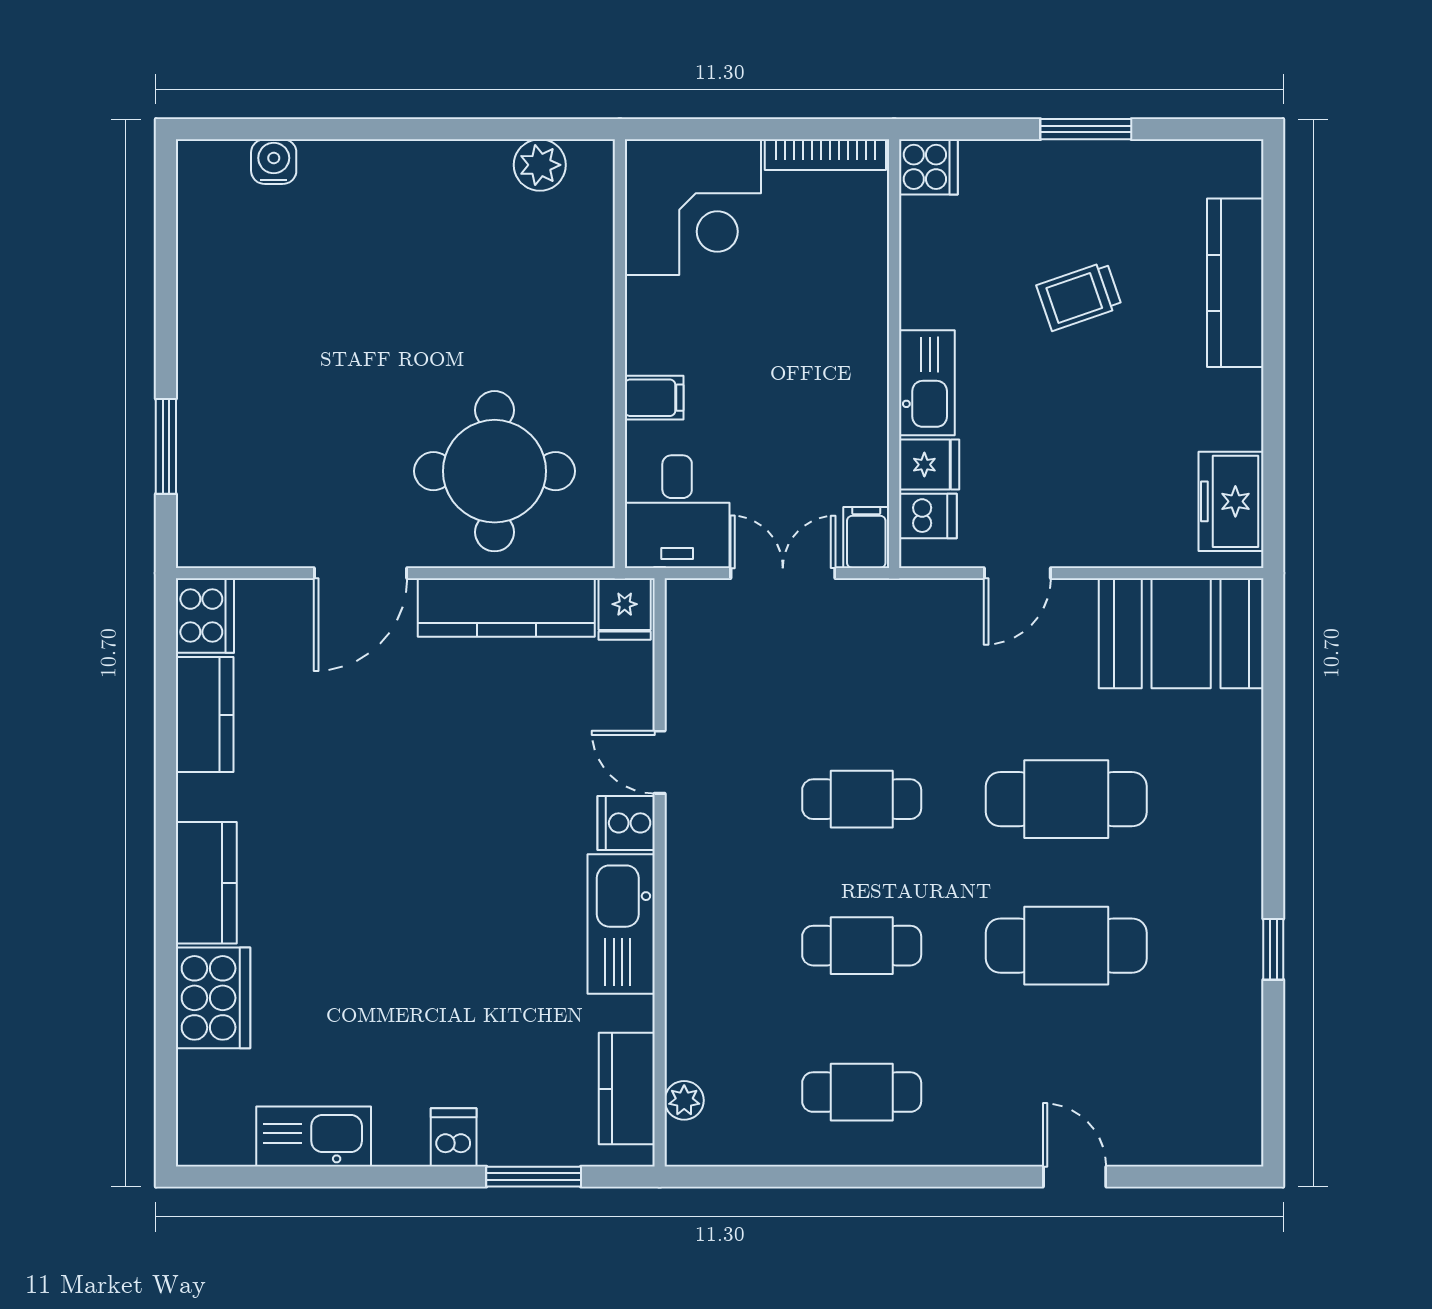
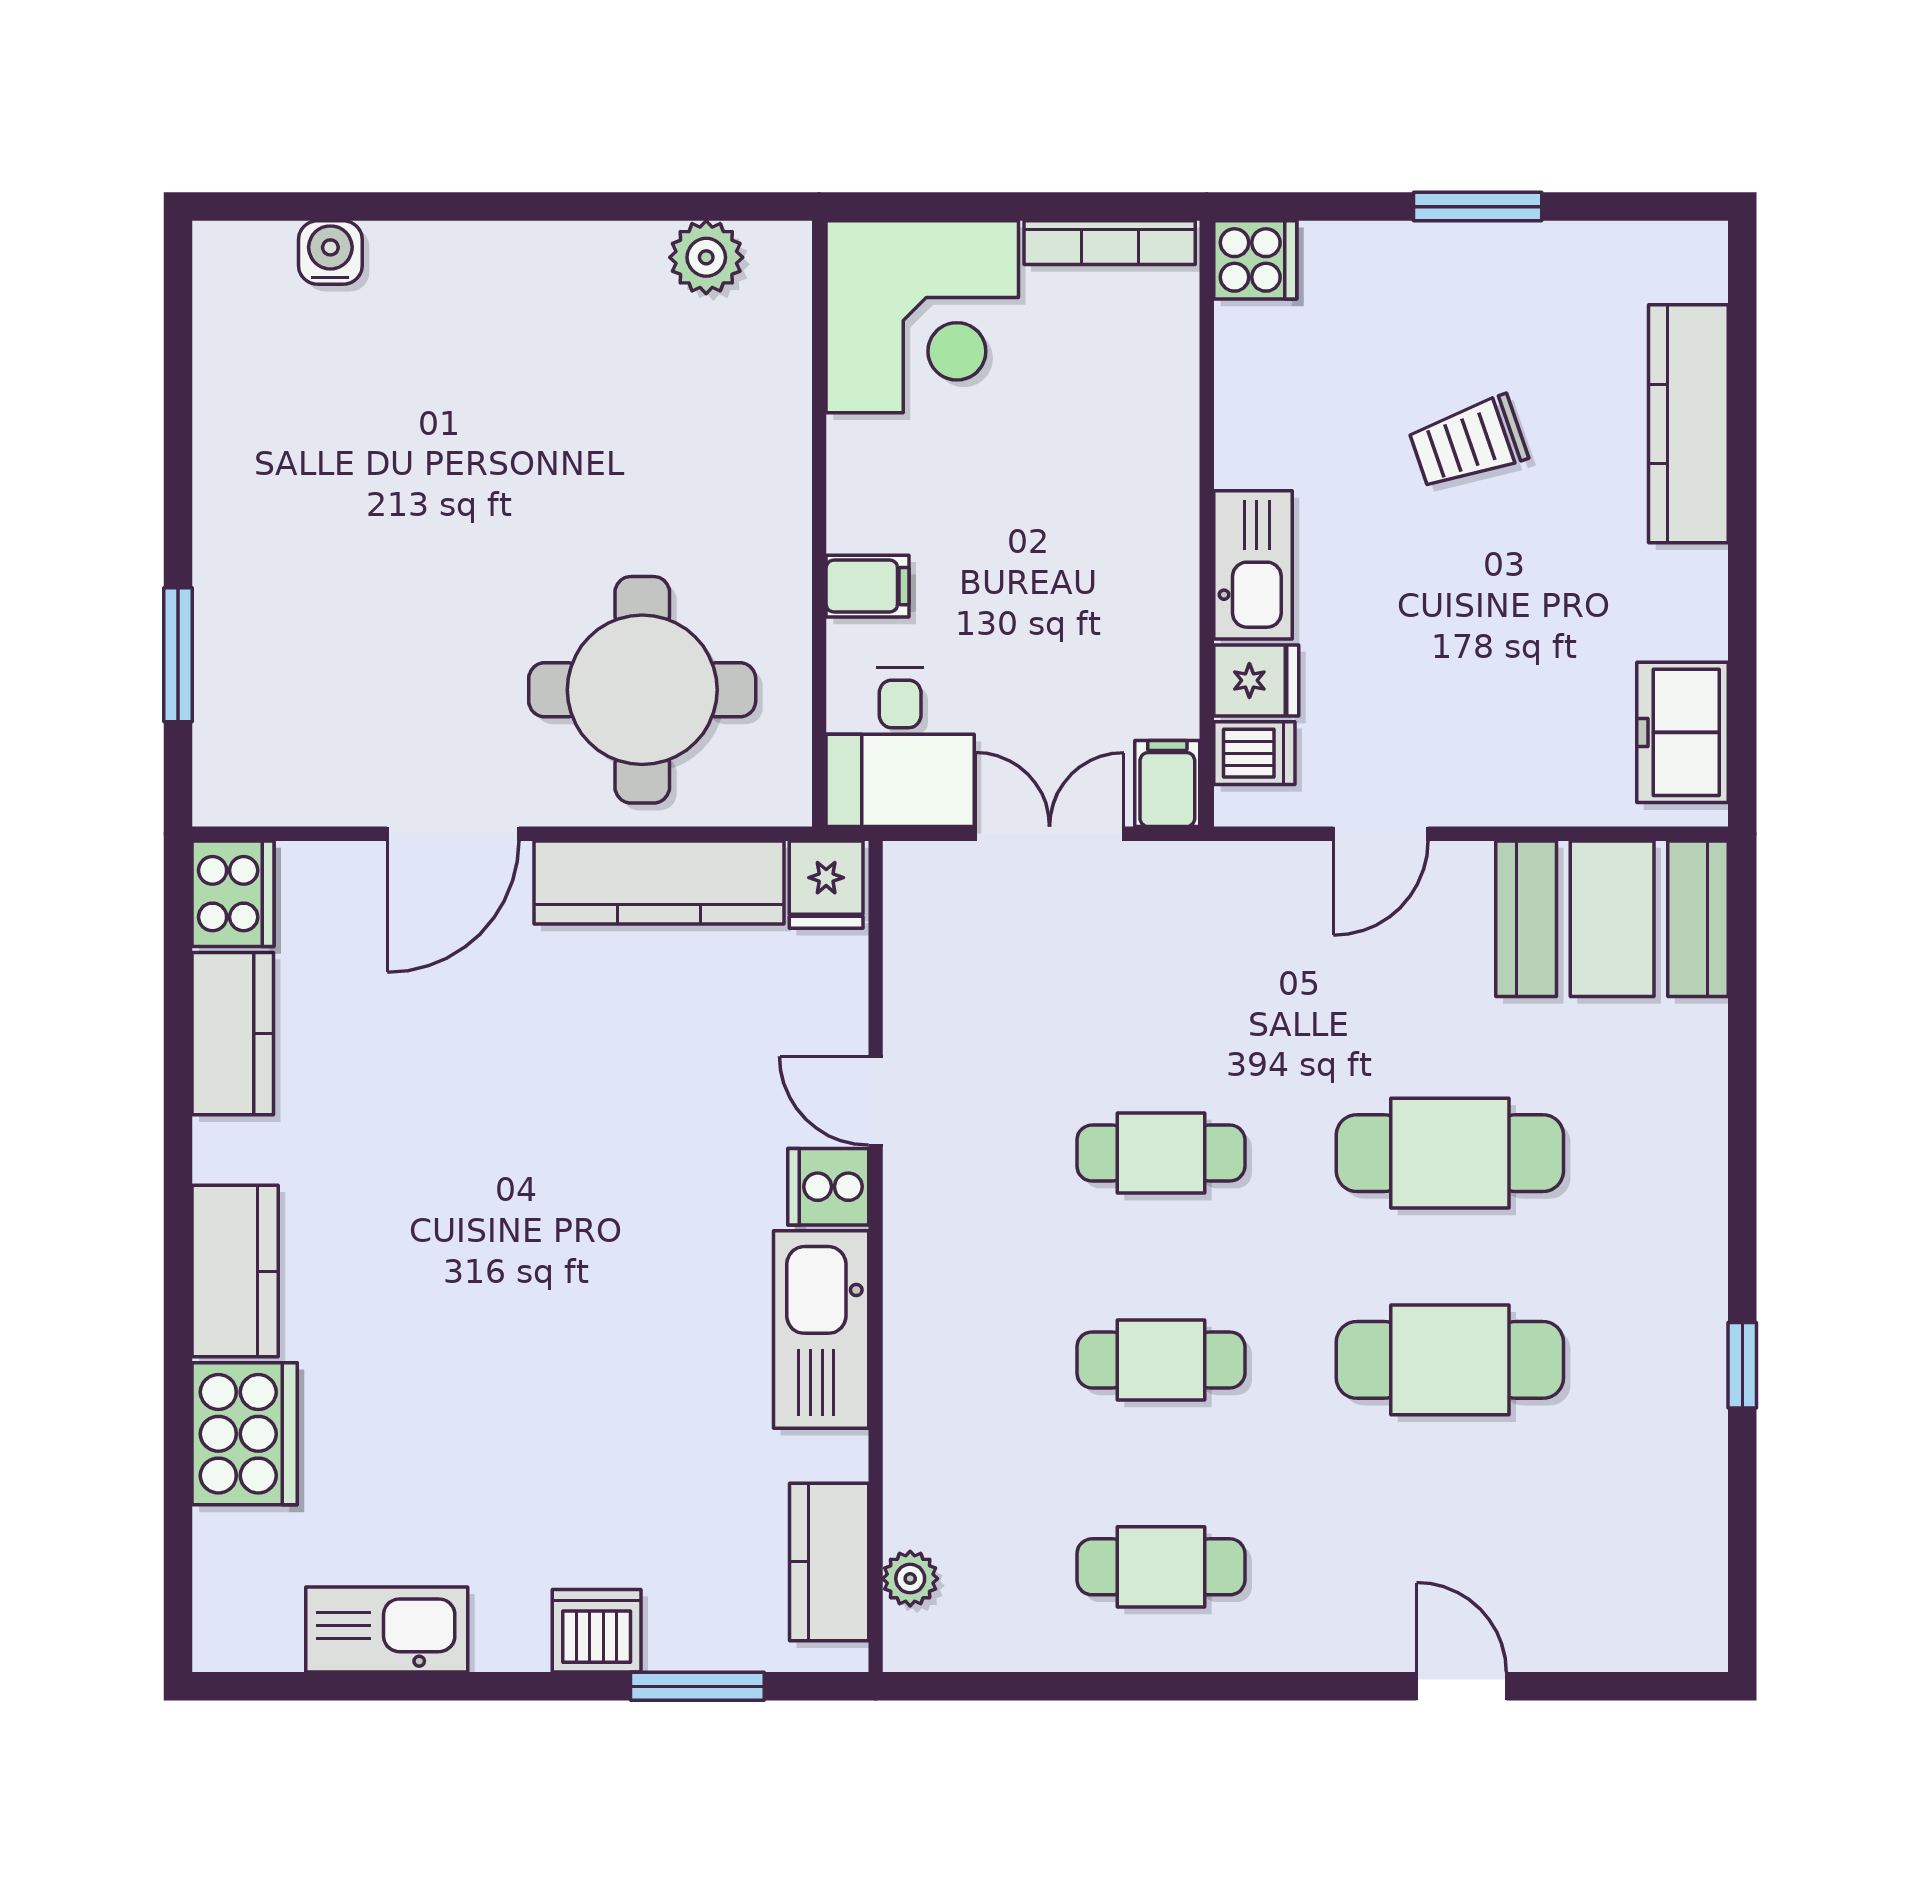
dishwasher: (454, 1137) -> (597, 1631), width x1.38

